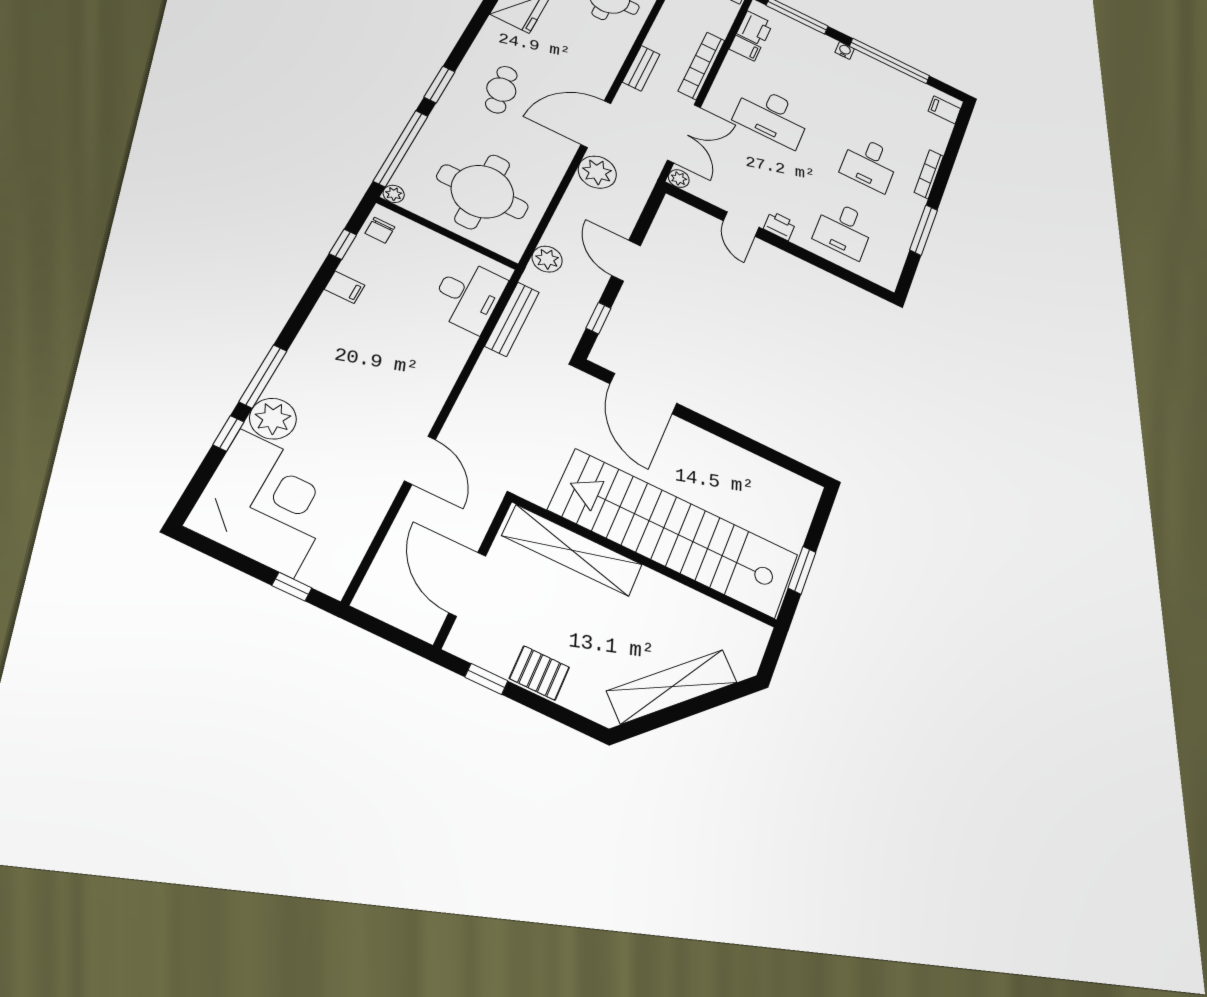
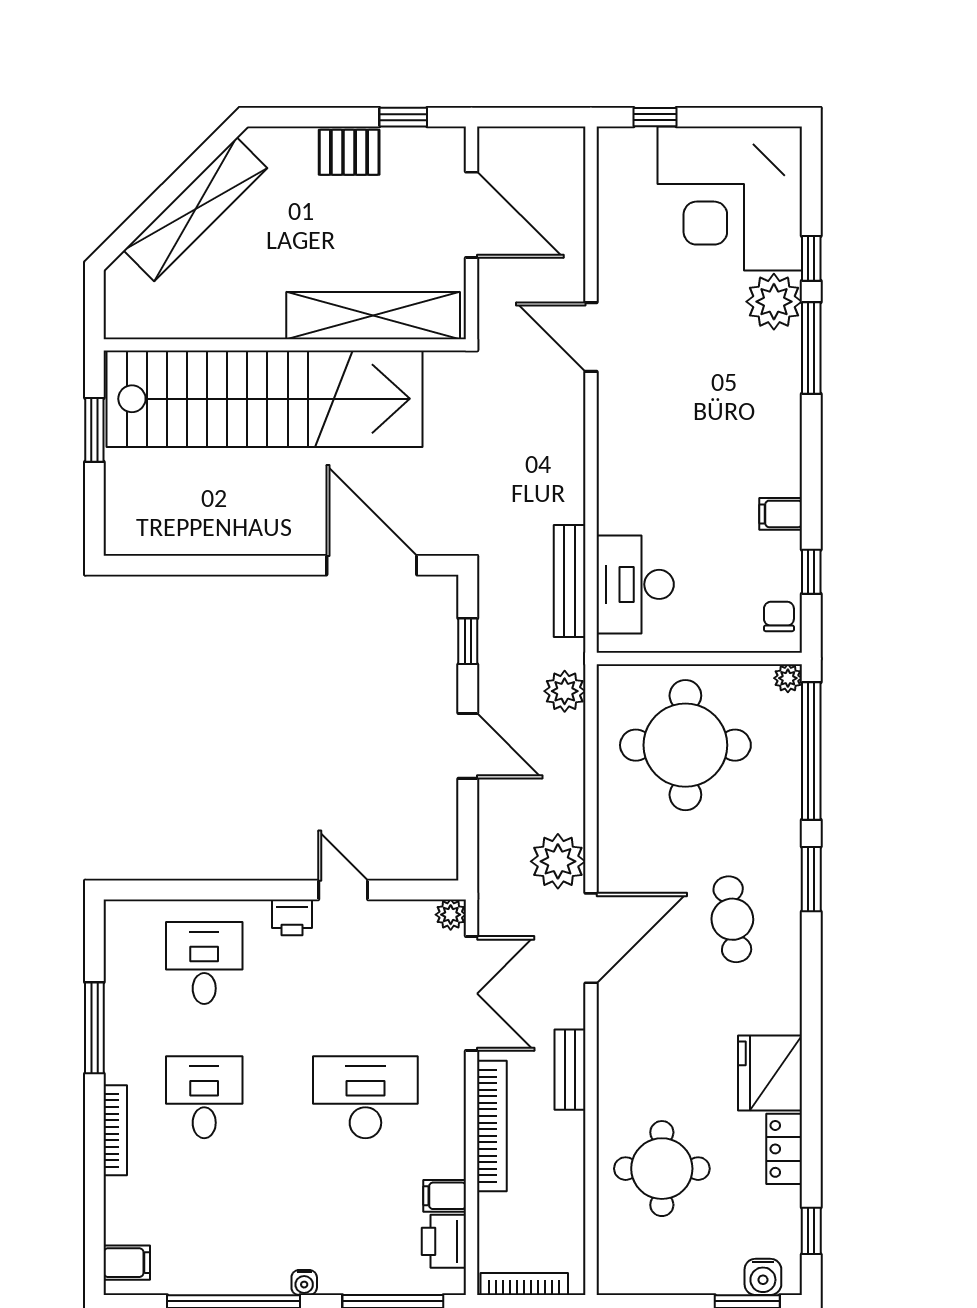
double door: (684, 134) -> (472, 994), swing flipped

